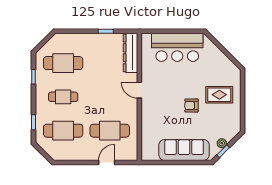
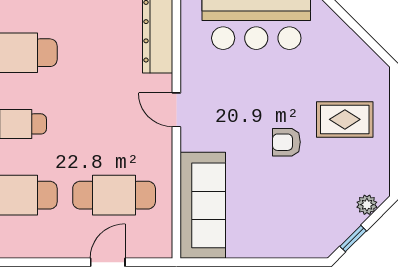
plant: (222, 143) -> (367, 205), moved
sofa: (184, 150) -> (203, 205), moved, turned 90

